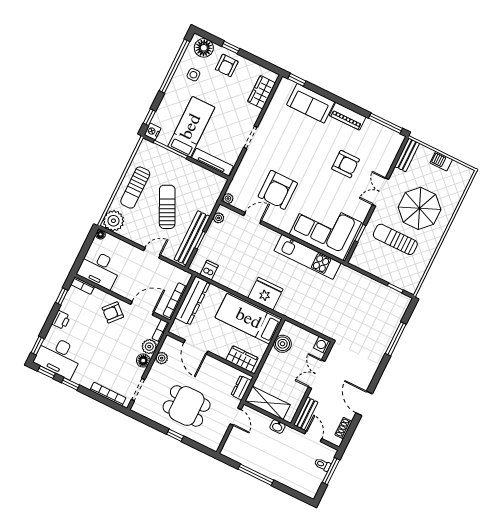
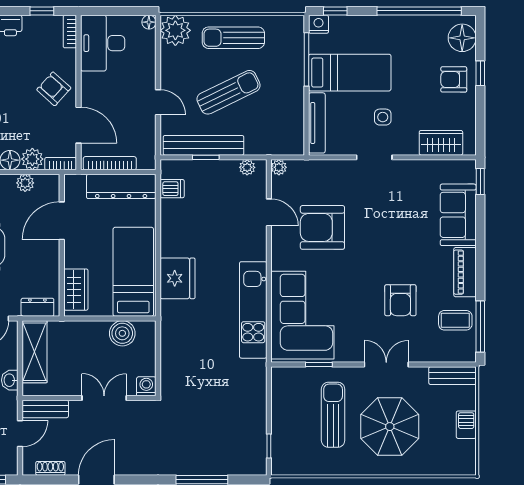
side table: (193, 75) -> (383, 117), moved
coffee table: (374, 137) -> (455, 320), added

